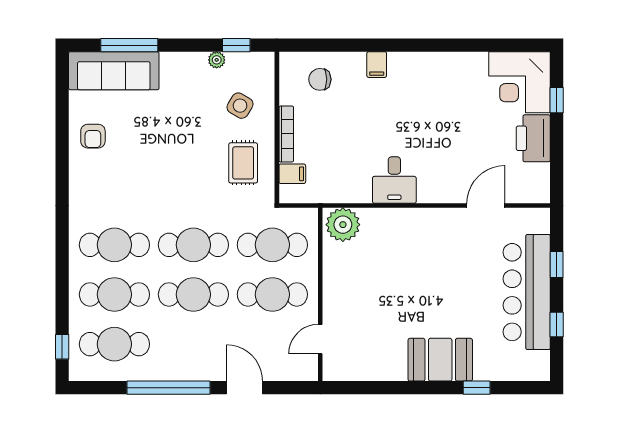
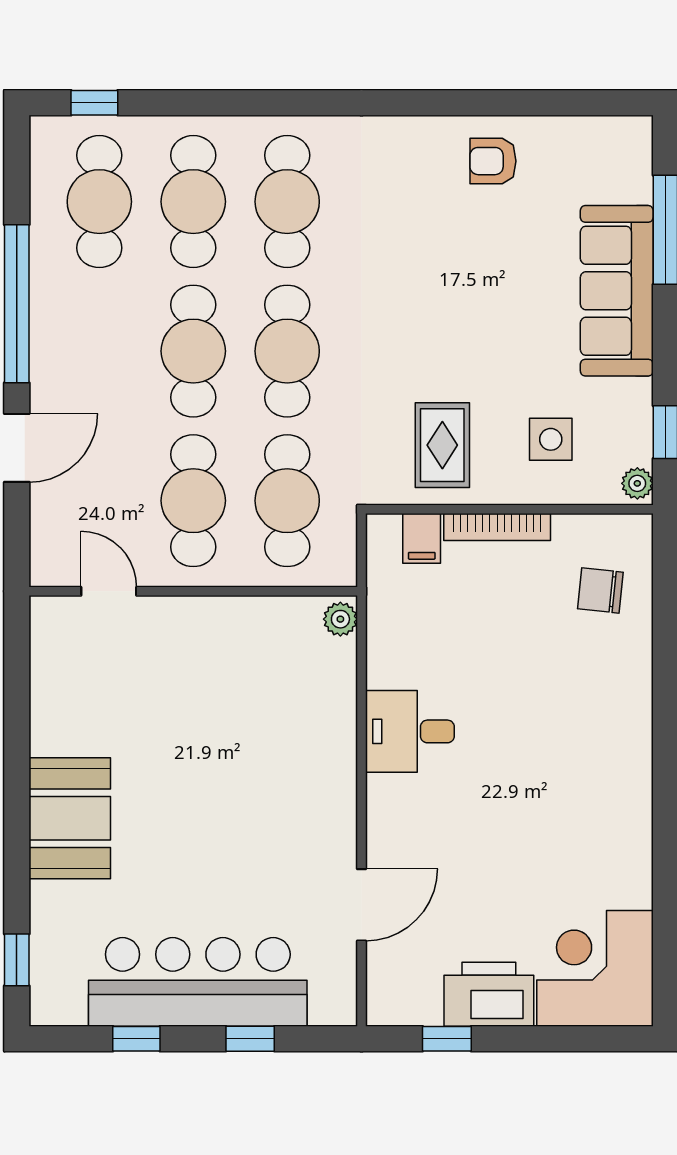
plant: (217, 60) -> (637, 483), moved
filing cabinet: (377, 65) -> (628, 698), removed
sofa: (114, 71) -> (617, 291), moved
chair: (320, 79) -> (600, 590), turned -84
window: (557, 100) -> (447, 1039), moved
side table: (240, 106) -> (551, 439), turned -31
rug: (243, 163) -> (442, 445), turned 90
door: (486, 206) -> (362, 905), hinge flipped
plant: (343, 225) -> (340, 619), width x0.53, depth x0.53
window: (477, 388) -> (17, 960), moved

